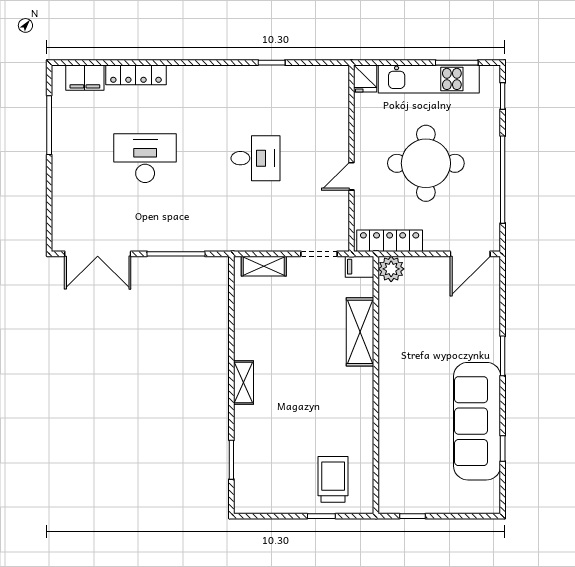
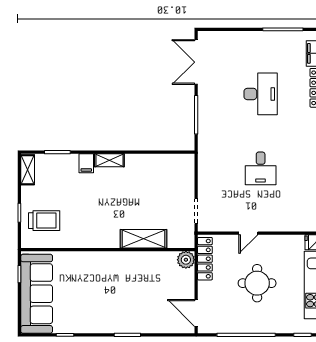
round table: (426, 163) -> (257, 283), width x0.73, depth x0.73
door: (352, 176) -> (248, 233), swing flipped
shelving: (264, 266) -> (28, 170), moved
filing cabinet: (360, 267) -> (86, 163), moved, turned 180
sofa: (477, 421) -> (37, 294), moved, turned 90

